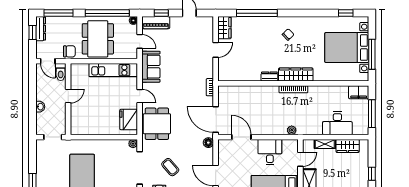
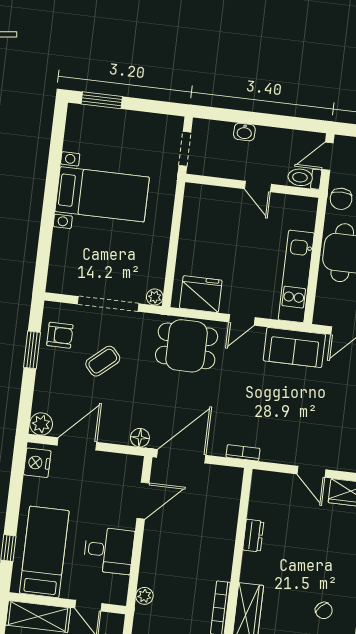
dresser: (269, 77) -> (253, 536), moved

